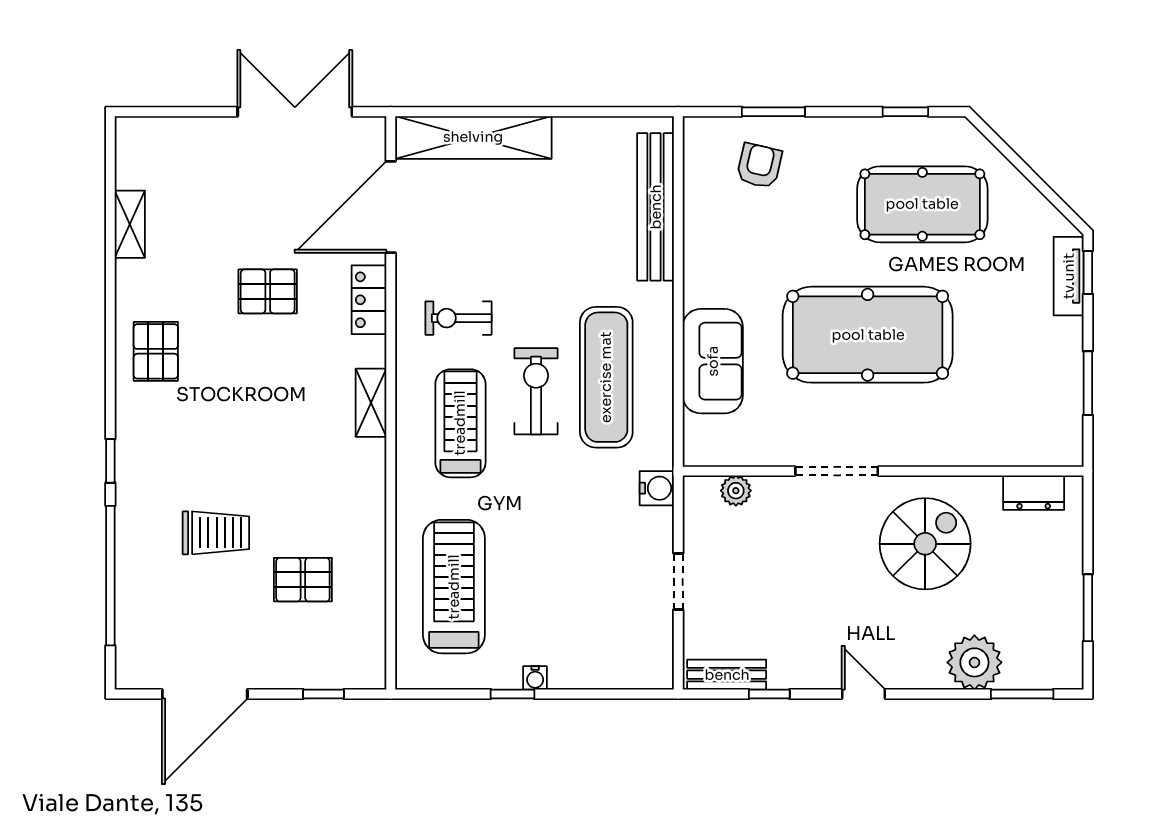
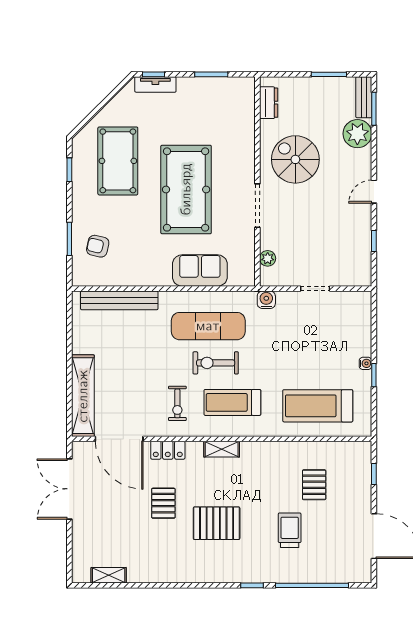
shelving: (130, 224) -> (109, 575), moved
pallet: (156, 351) -> (217, 523), moved, width x1.50, depth x1.42
bench: (727, 675) -> (364, 97), moved

